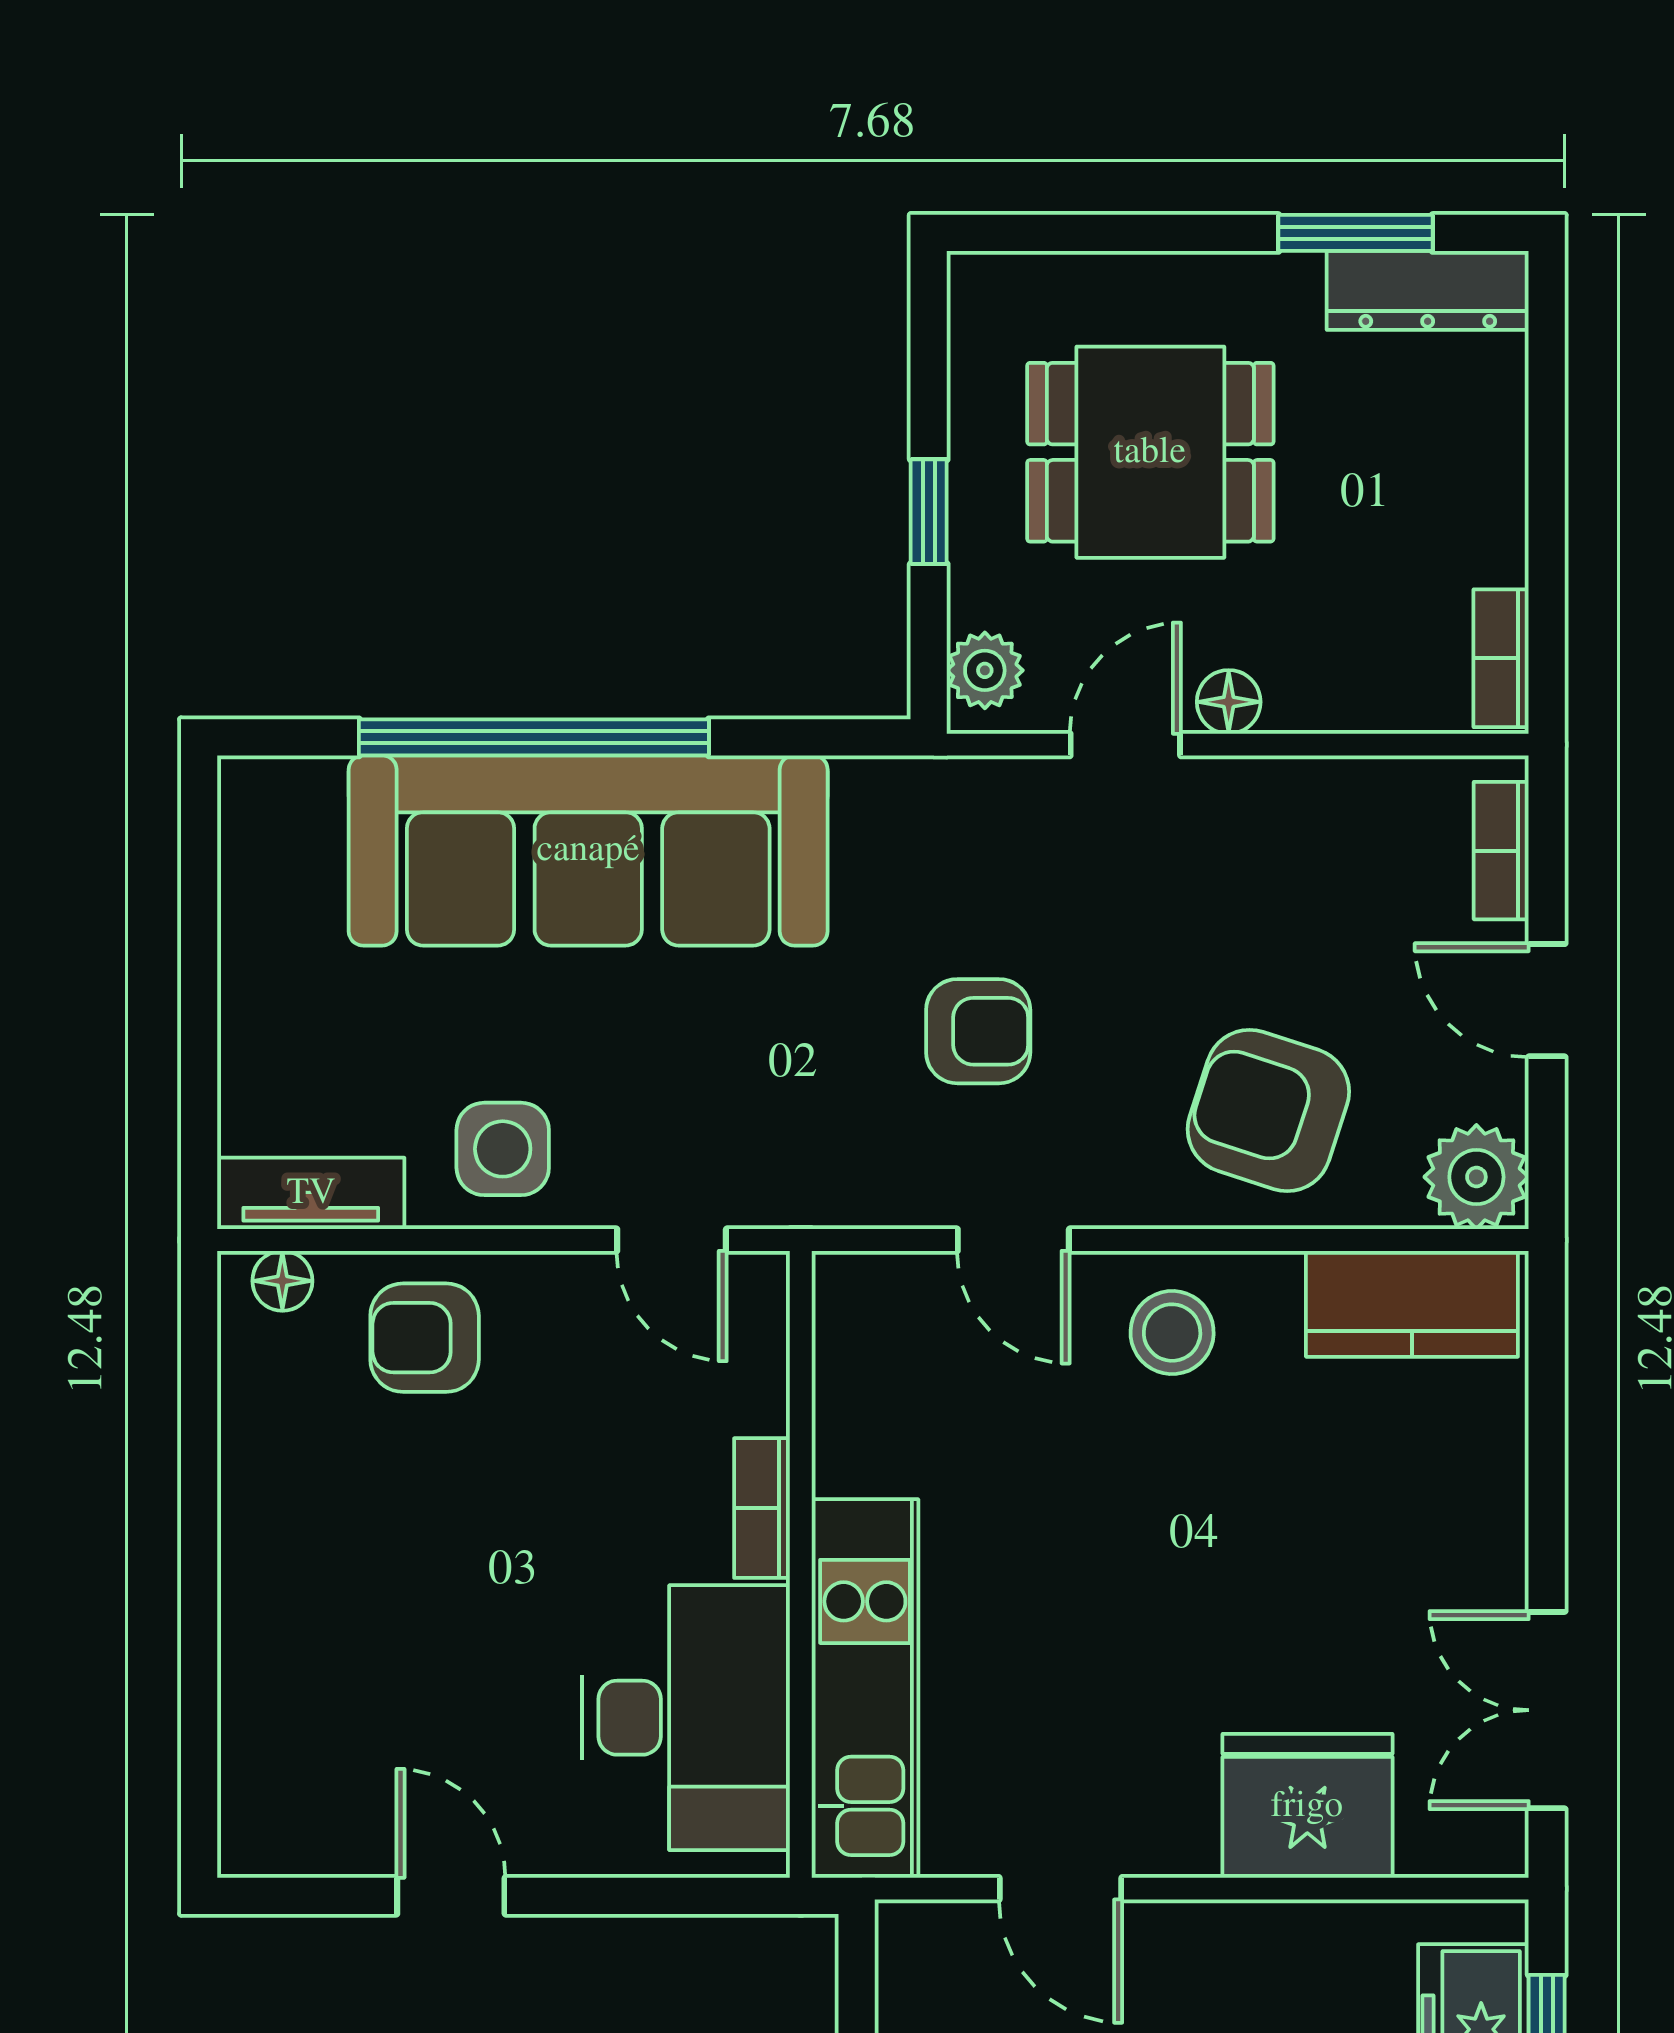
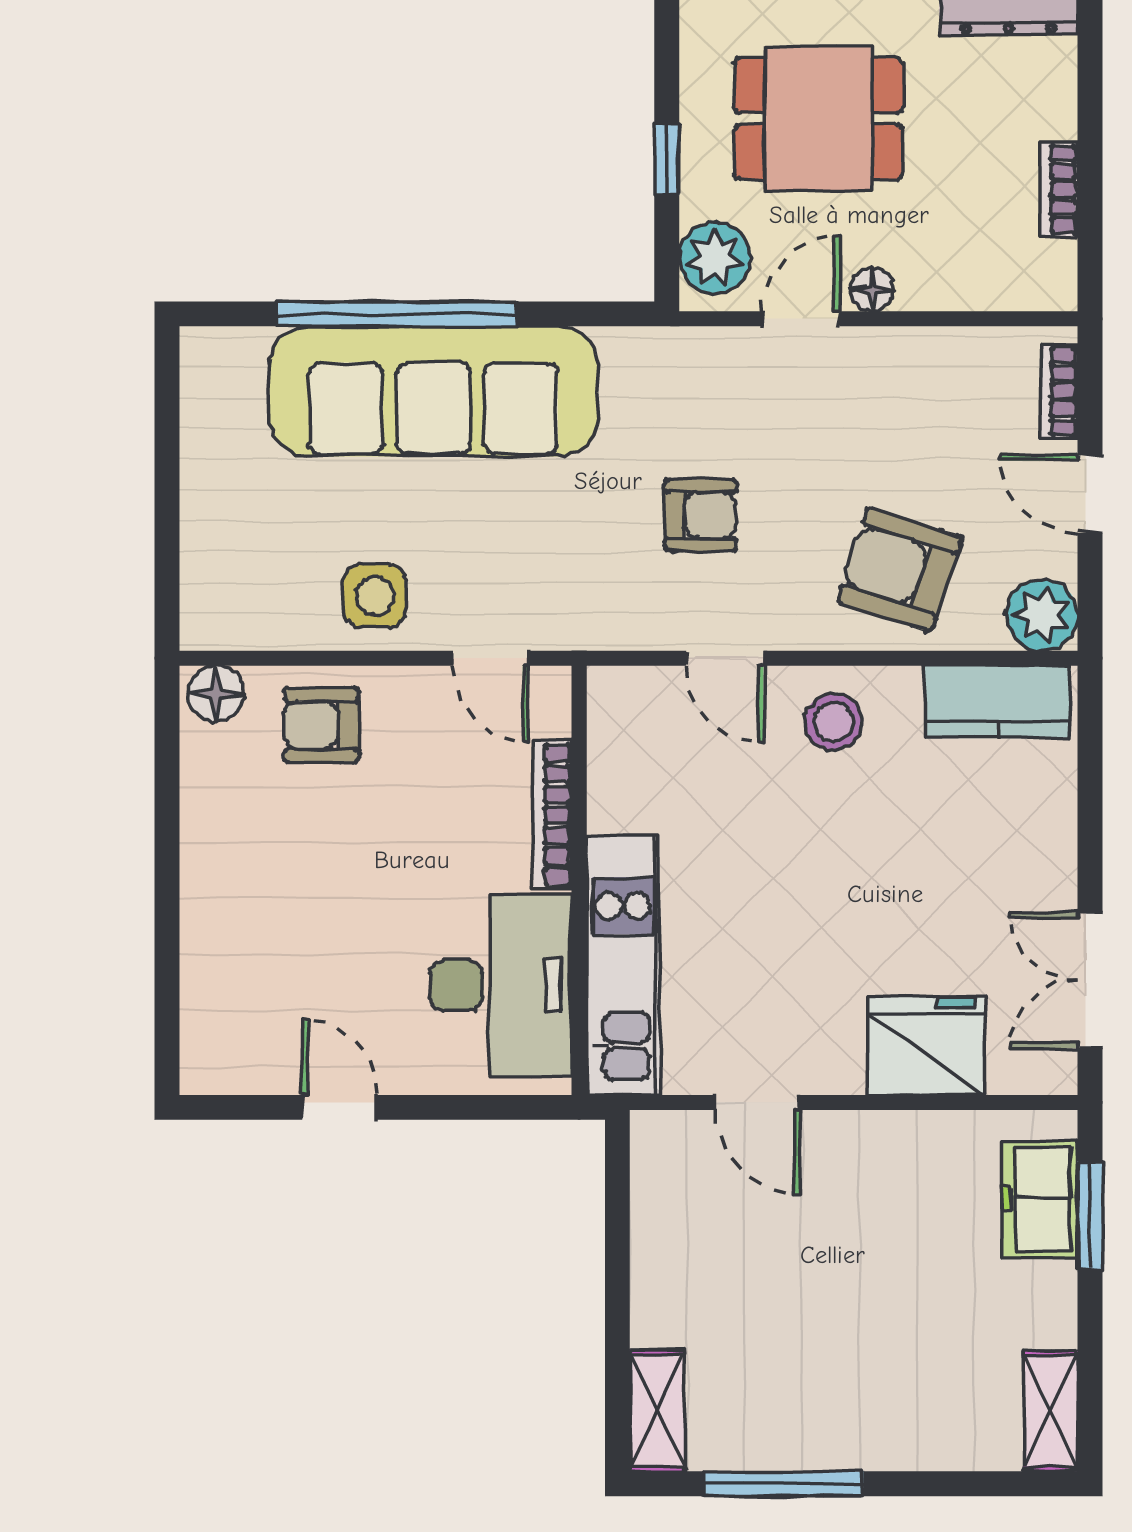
bookcase: (1501, 658) -> (1059, 190), moved
plant: (985, 670) -> (715, 258), width x1.38, depth x1.38
tv unit: (311, 1193) -> (243, 626), removed
floor lamp: (282, 1281) -> (216, 694), width x1.37, depth x1.37
bookcase: (762, 1508) -> (553, 815), width x1.56

